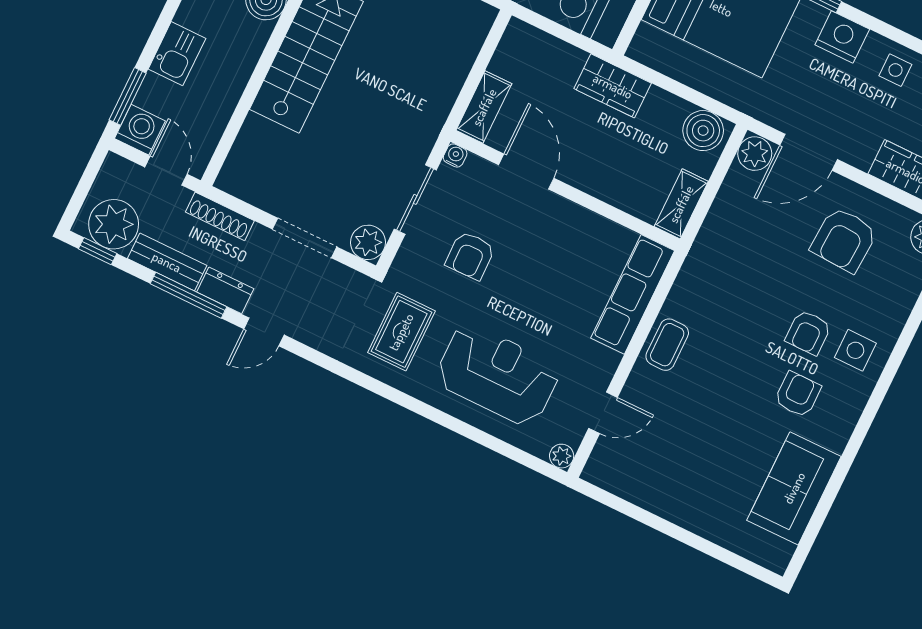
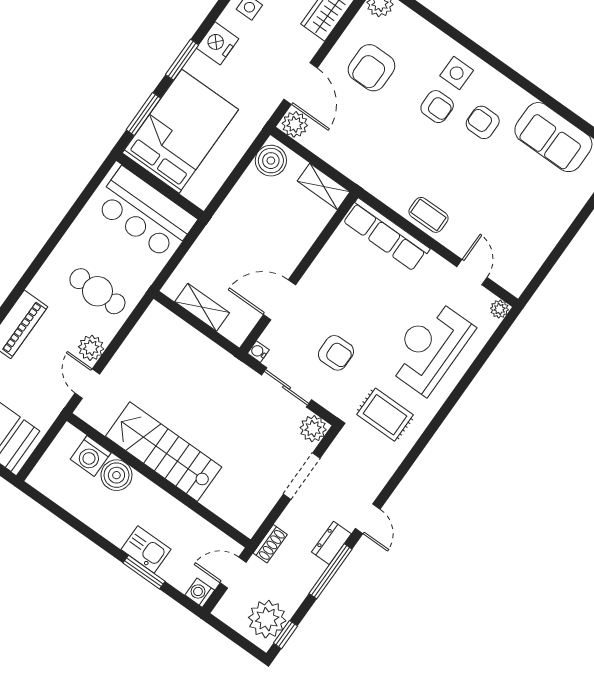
wardrobe: (613, 86) -> (226, 223), removed
window: (128, 96) -> (144, 572), moved
shelving: (484, 107) -> (202, 307), moved
washing machine: (140, 130) -> (200, 593), width x0.73, depth x0.73
shoe rack: (220, 216) -> (270, 544), width x0.70
armchair: (844, 240) -> (371, 68), turned 87
bench: (167, 262) -> (302, 583), removed

